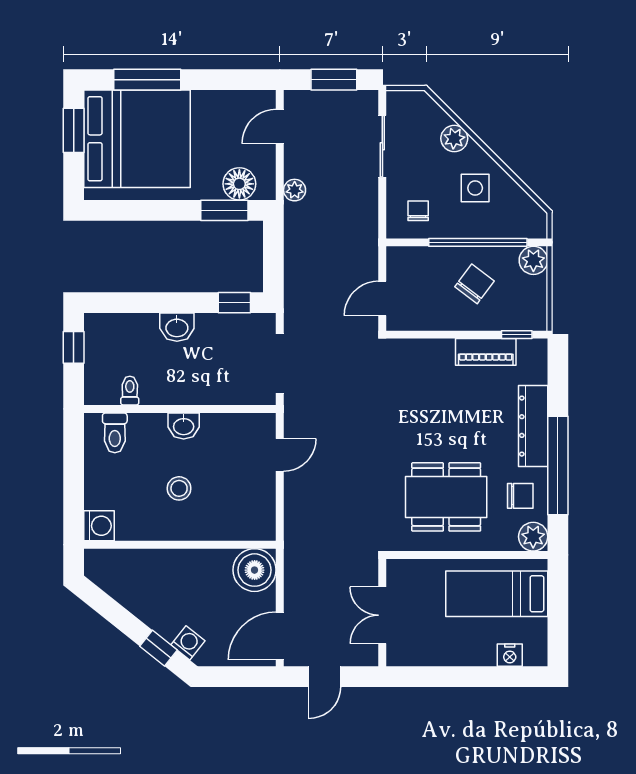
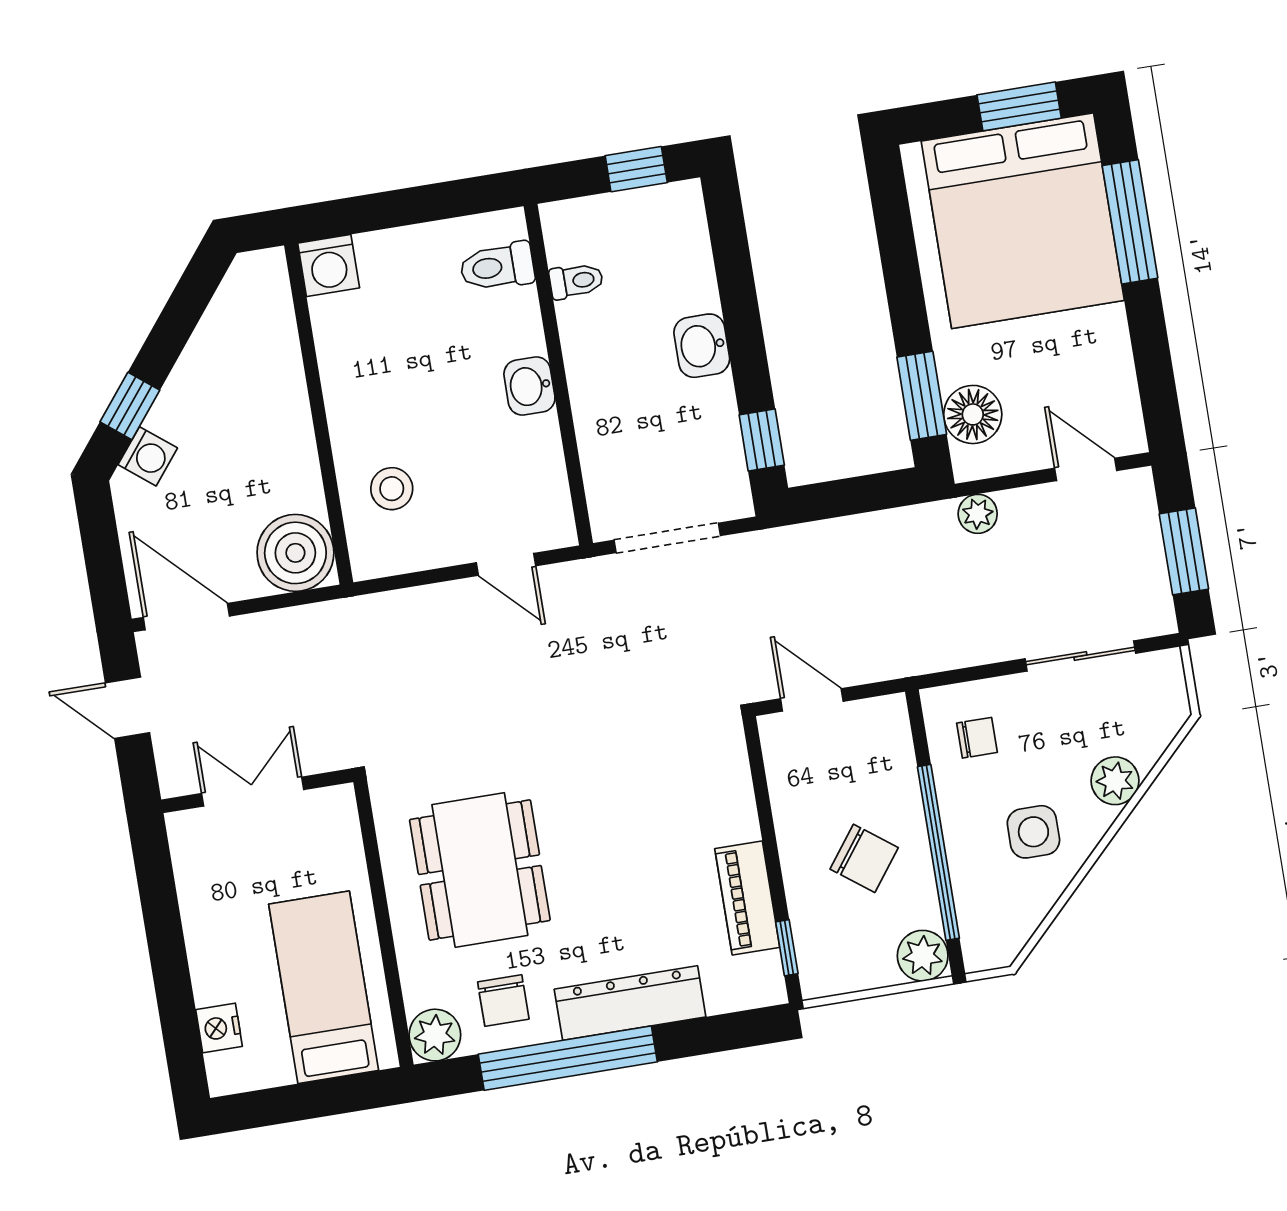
stool: (179, 488) -> (392, 489), moved

